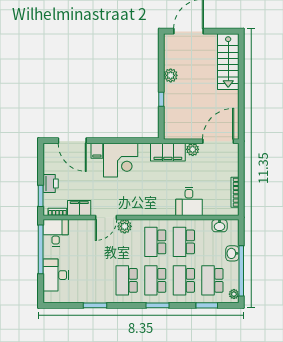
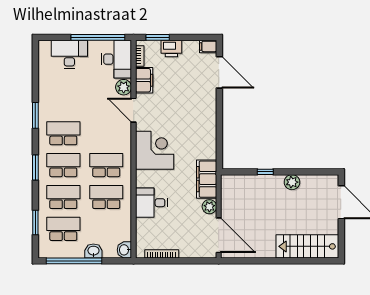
door: (72, 141) -> (219, 72), swing flipped
filing cabinet: (97, 151) -> (208, 46), moved
corner desk: (121, 160) -> (155, 150), moved, turned 180
plant: (125, 226) -> (124, 87), moved
washbasin: (220, 226) -> (124, 250), moved
desk: (56, 233) -> (116, 59), width x1.37
plant: (234, 294) -> (48, 253), removed
window: (95, 305) -> (35, 115), moved

